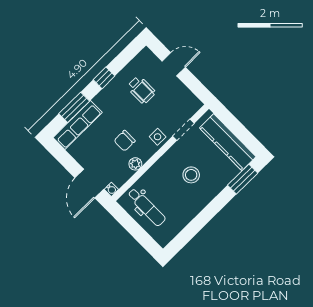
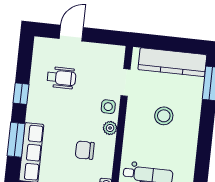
chair: (125, 141) -> (85, 150), moved, turned 90
plant: (135, 164) -> (110, 128), moved

